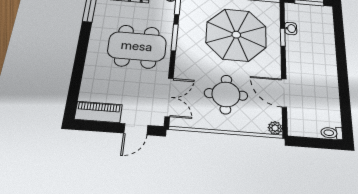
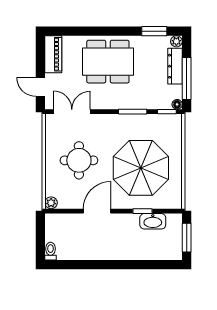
washbasin: (291, 28) -> (153, 221), width x1.91, depth x1.45
dining table: (137, 46) -> (108, 62), moved, turned 90
door: (284, 93) -> (97, 211), moved
double door: (169, 97) -> (72, 112), swing flipped

